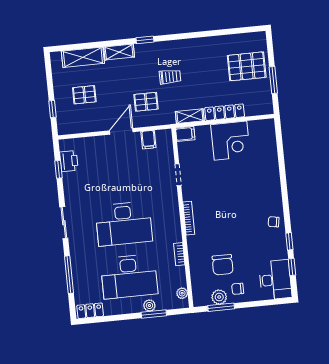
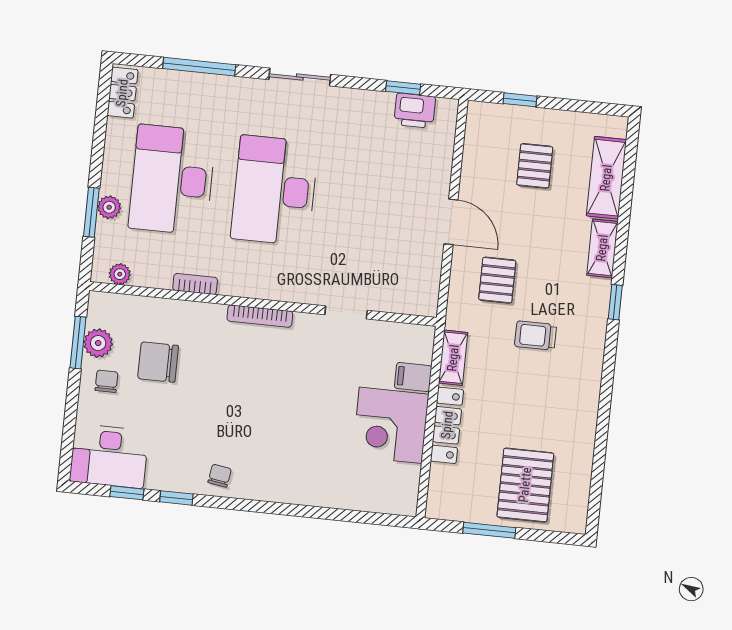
trolley: (170, 77) -> (535, 336), turned 90
filing cabinet: (185, 134) -> (413, 377), moved, turned 90
filing cabinet: (148, 140) -> (425, 270), removed

